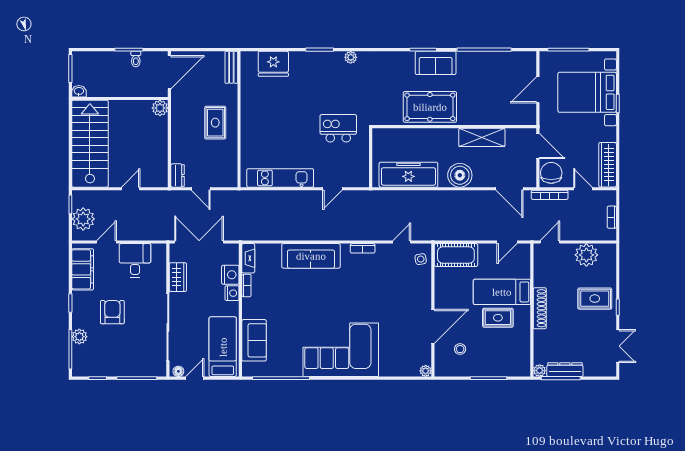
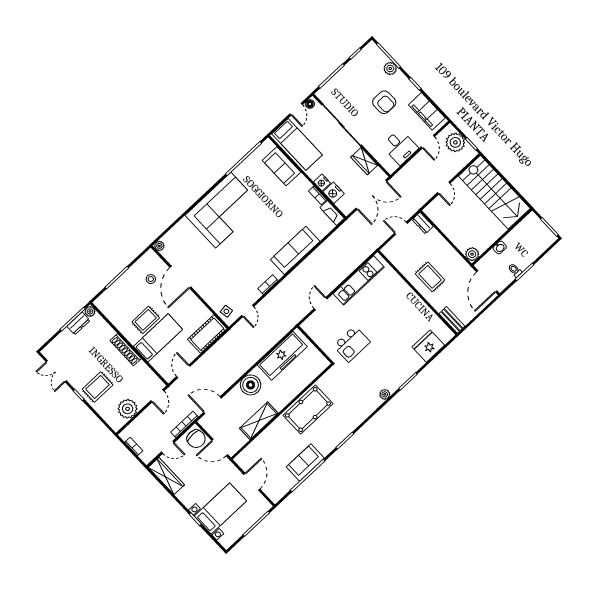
sofa: (436, 63) -> (305, 463), moved
washbasin: (79, 91) -> (500, 247), moved
bed with nightstands: (587, 92) -> (220, 509), width x0.73
dresser: (565, 370) -> (78, 323), width x0.70

